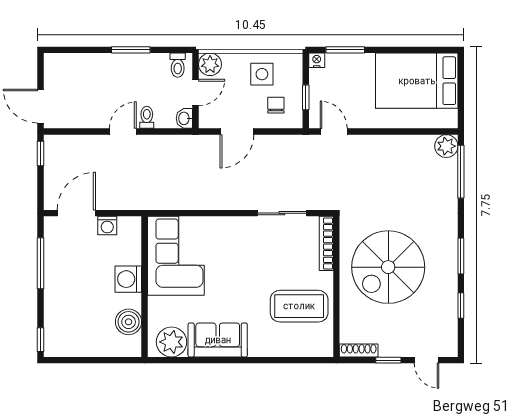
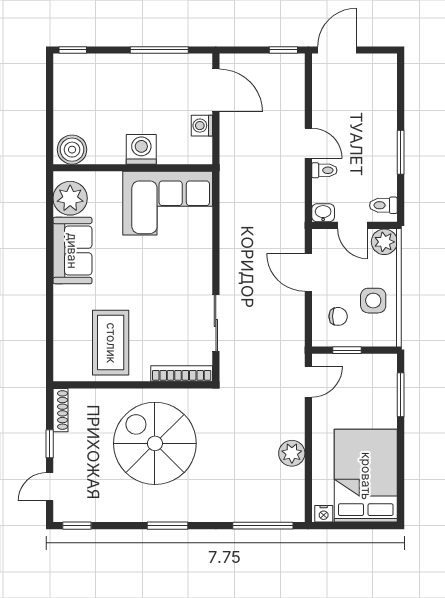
nightstand: (317, 60) -> (324, 514), moved, turned 90
plant: (446, 146) -> (292, 453), moved
window: (461, 305) -> (77, 526), moved
boiler: (129, 322) -> (72, 150), moved

